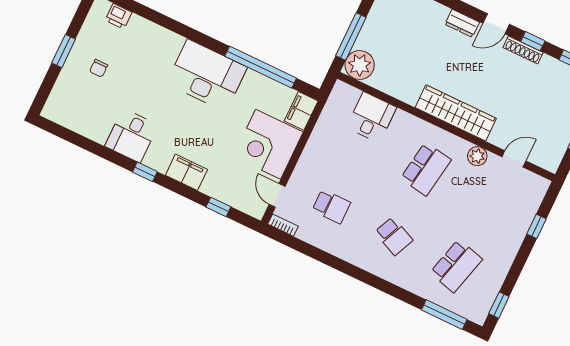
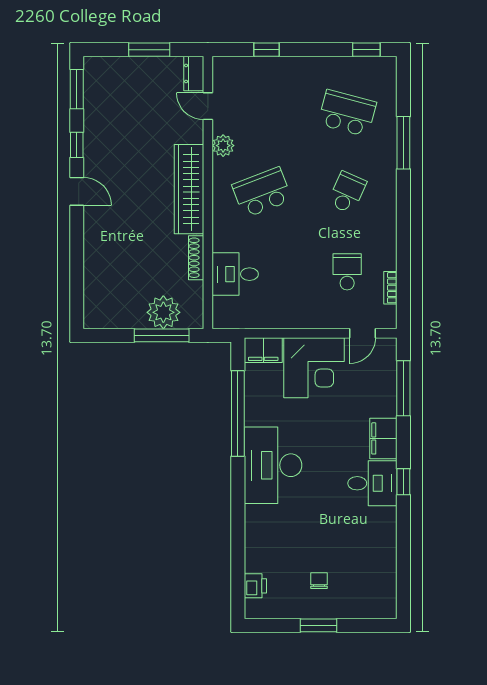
dresser: (462, 23) -> (194, 73), moved, turned 180
shoe rack: (523, 50) -> (196, 258), moved, turned 180
plant: (360, 65) -> (163, 312), moved
chair: (99, 68) -> (319, 581), turned -90
desk: (132, 136) -> (372, 483), moved
school desk: (426, 169) -> (262, 192), turned -30
window: (218, 207) -> (403, 388), width x2.17
bookcase: (283, 225) -> (390, 288), moved
window: (444, 315) -> (403, 143), moved

